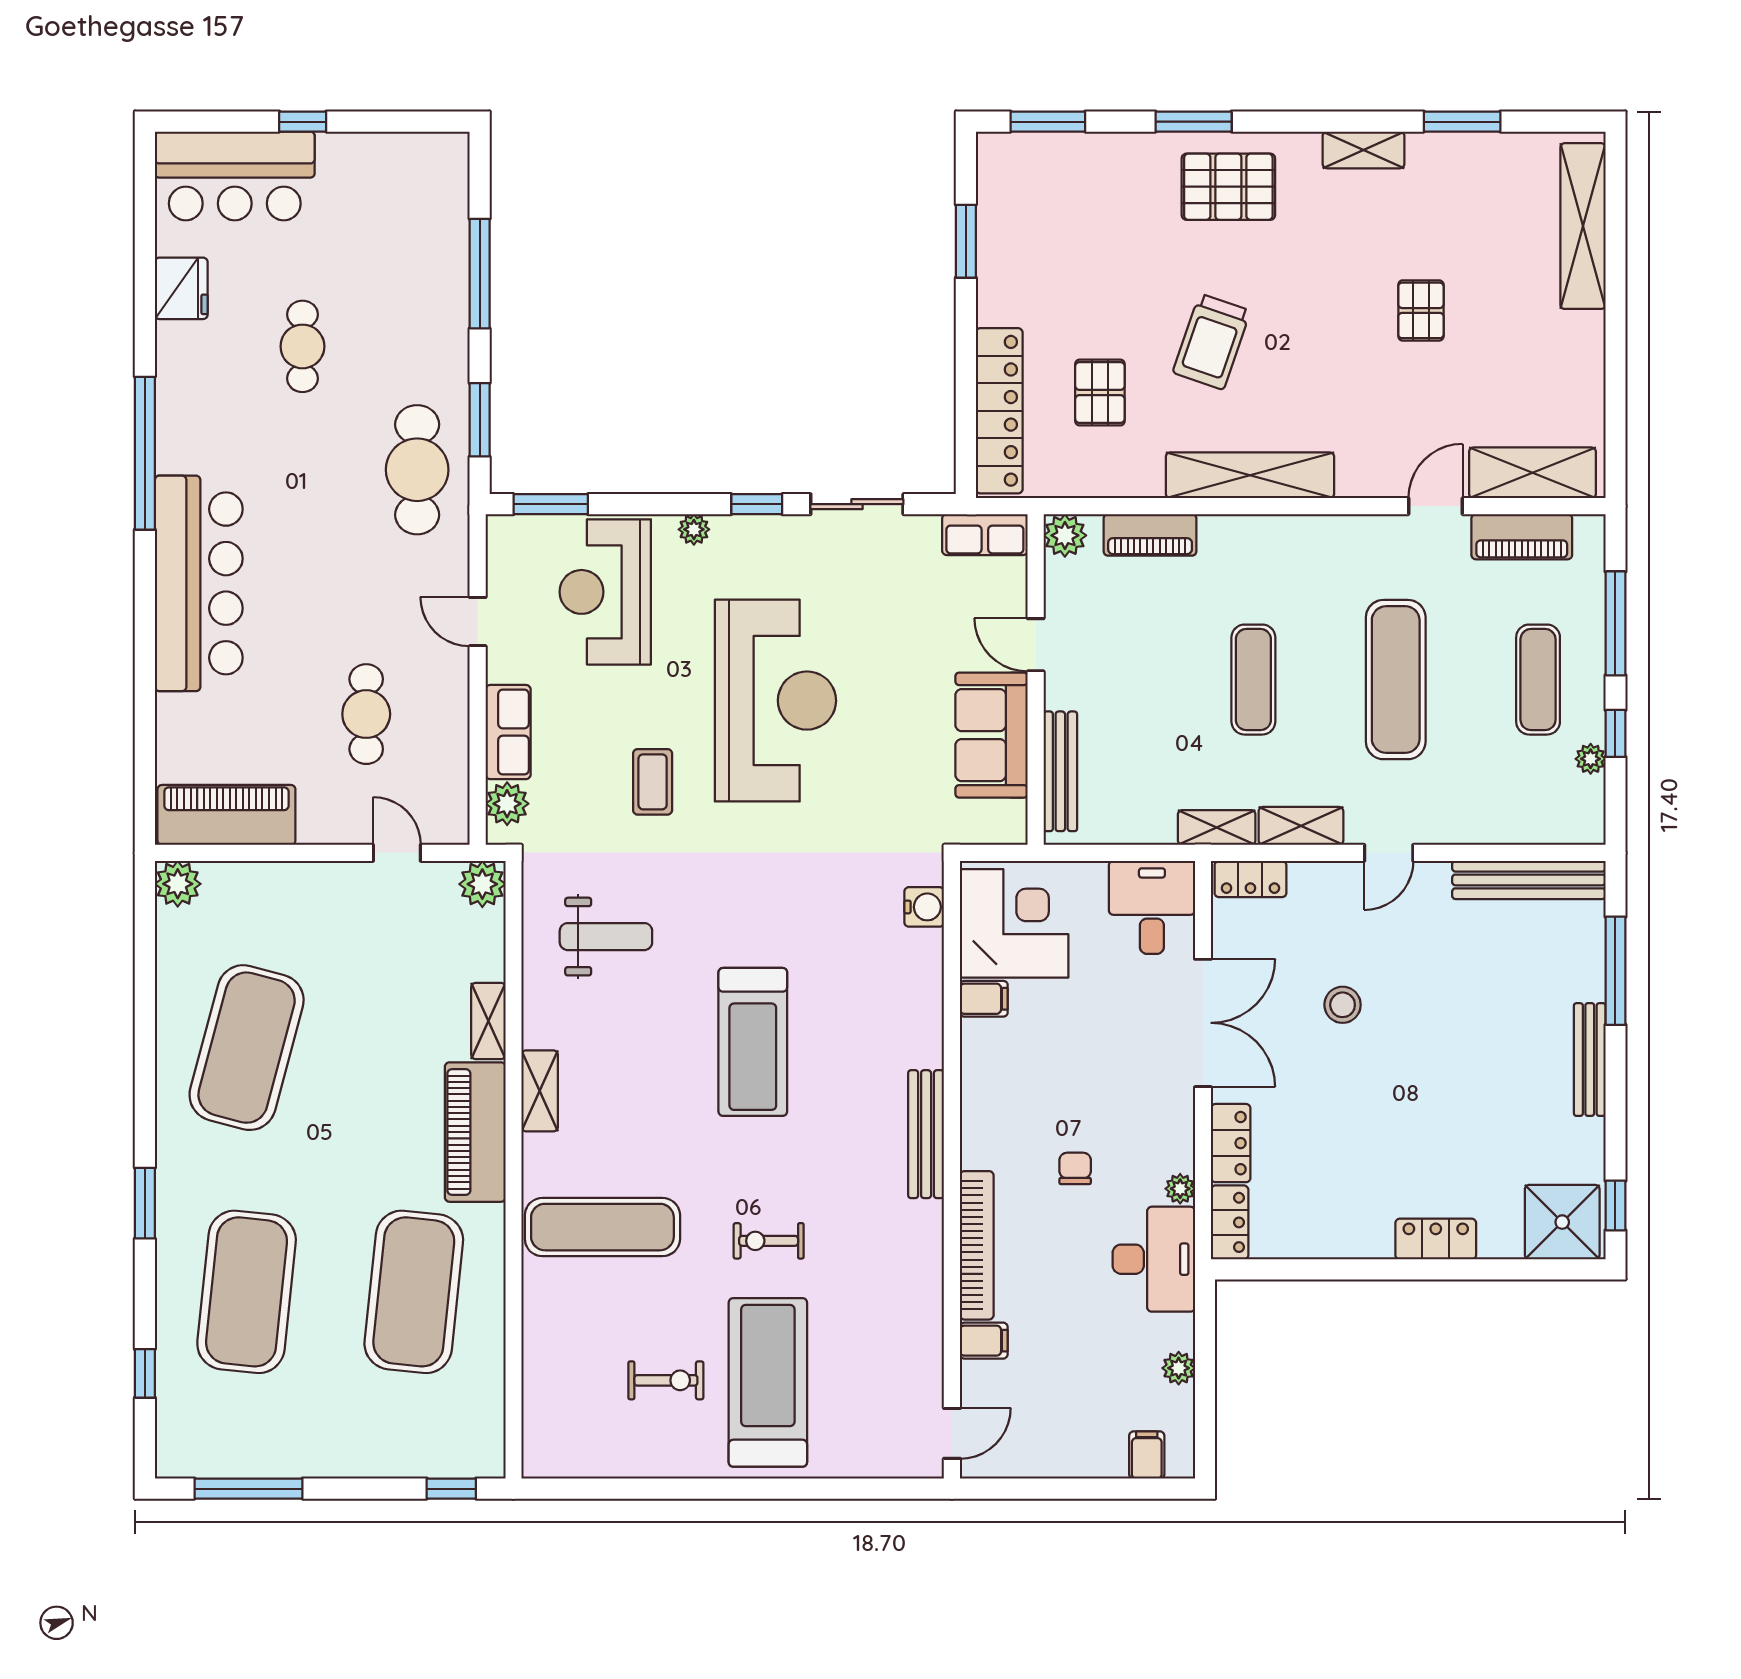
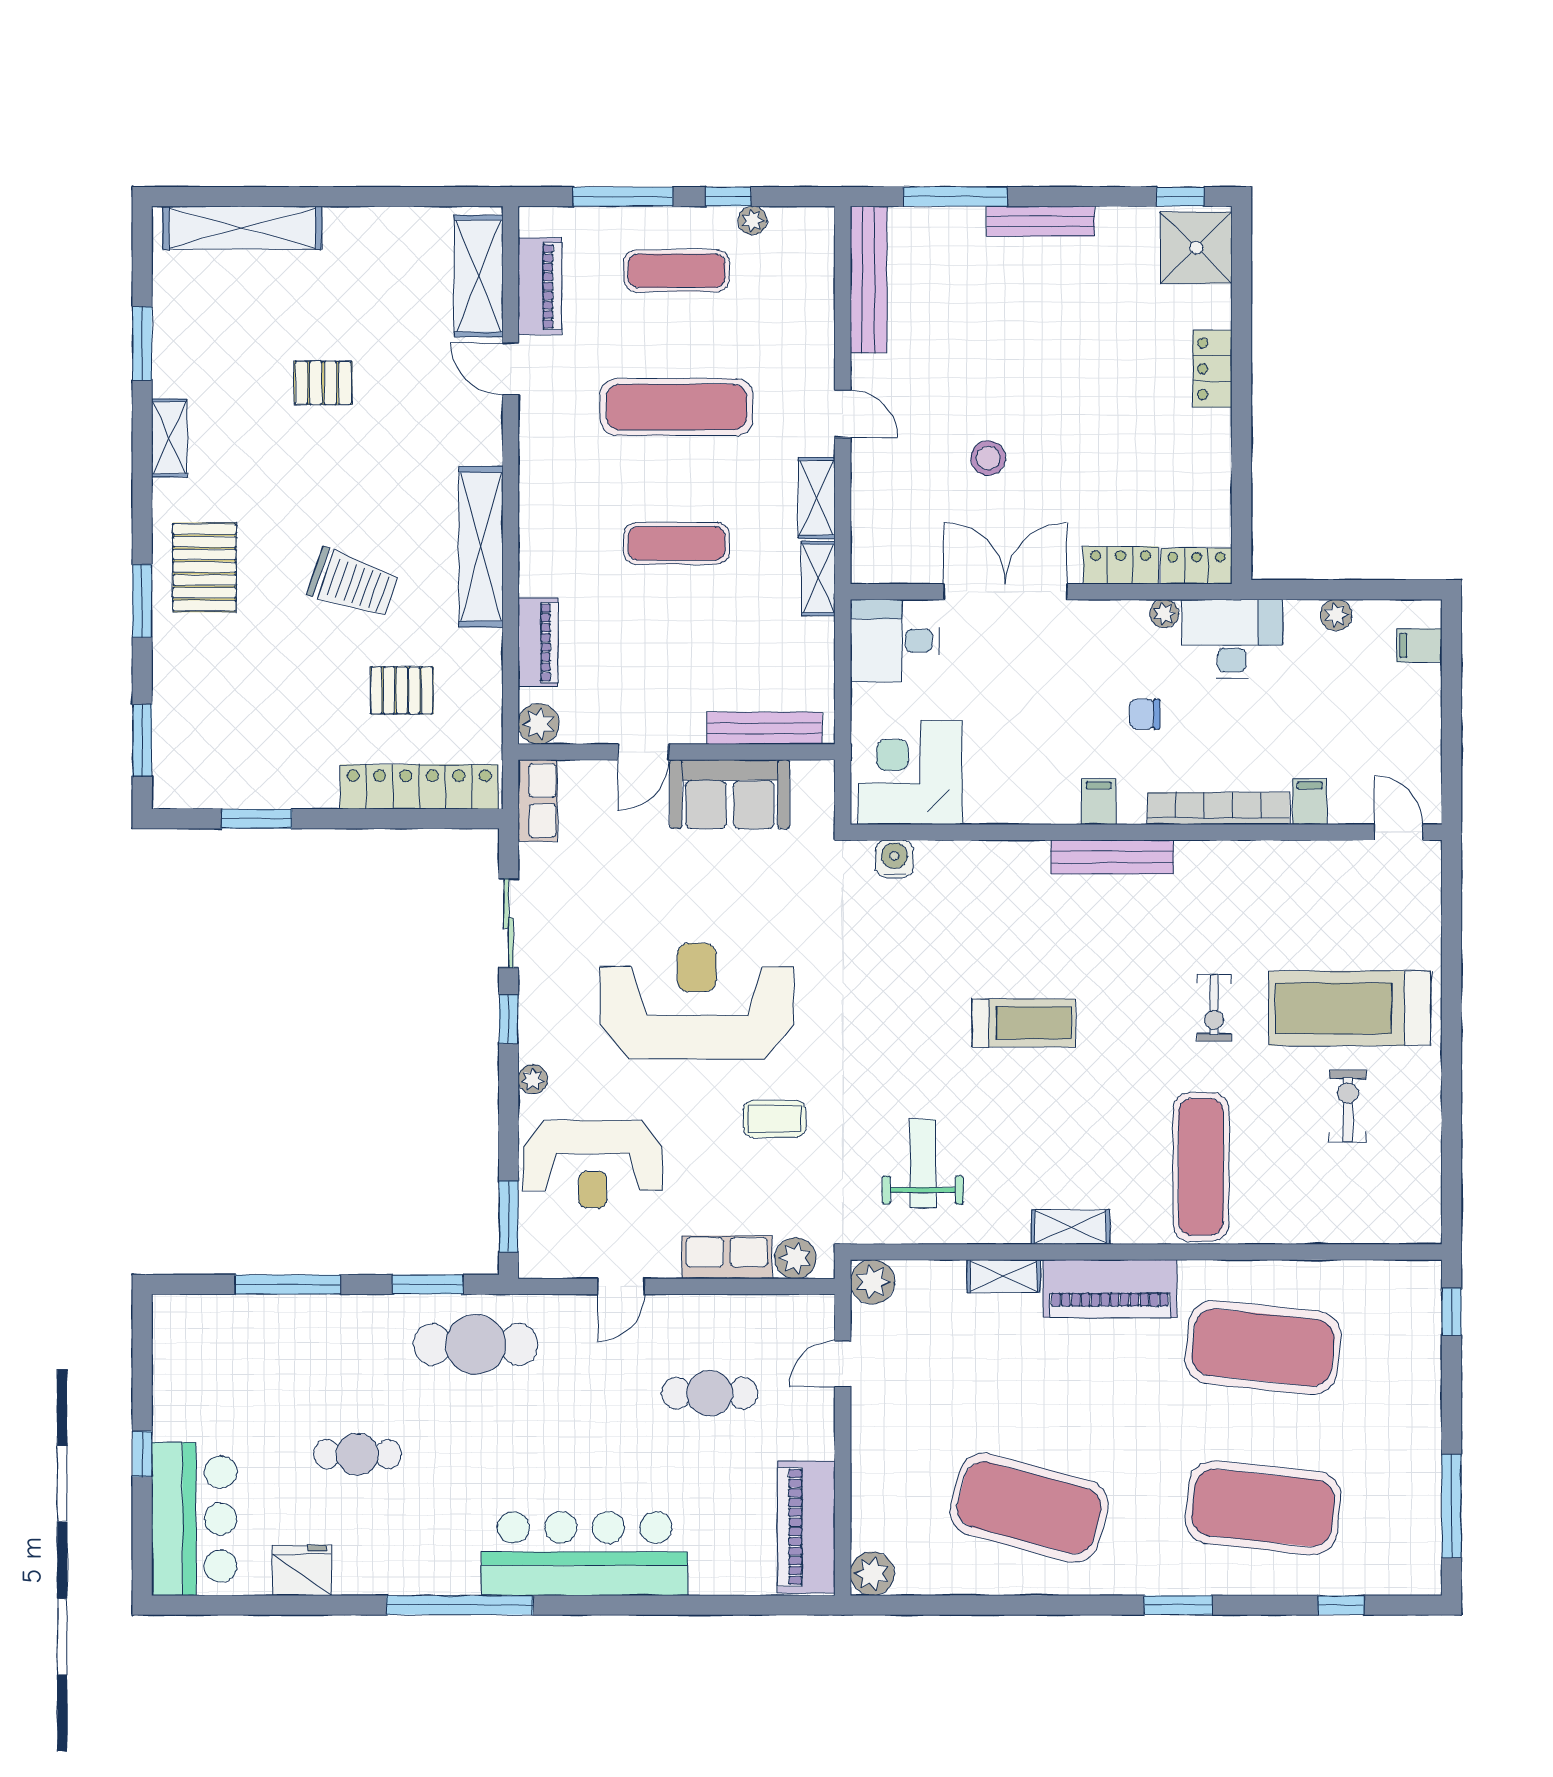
locker: (1250, 879) -> (868, 546), removed
filing cabinet: (984, 999) -> (1099, 802), moved
treadmill: (753, 1042) -> (1024, 1023), width x0.73, depth x0.73

